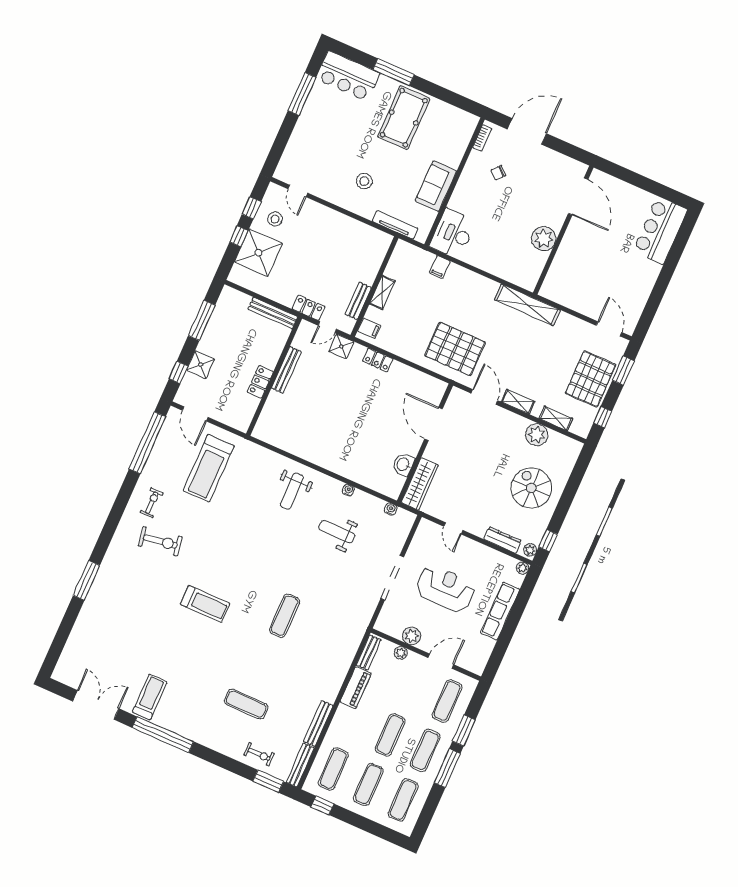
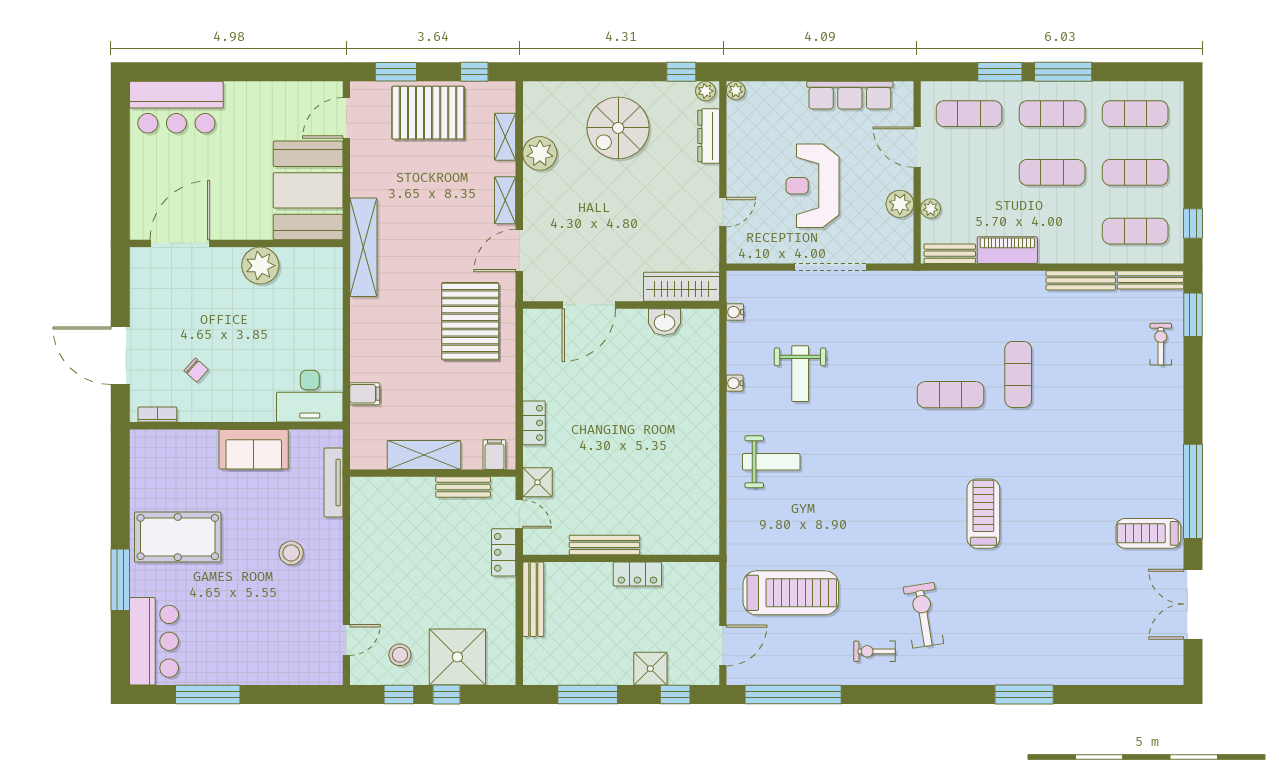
booth: (576, 287) -> (308, 190), added
shelving: (382, 292) -> (424, 455), width x1.50, depth x1.33
row of seats: (500, 611) -> (850, 95), moved
exercise mat: (246, 704) -> (1018, 374), moved

